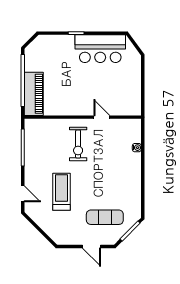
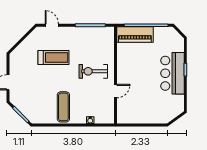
bar counter: (100, 49) -> (172, 73), moved
door: (23, 194) -> (52, 25), swing flipped
exercise mat: (105, 217) -> (63, 107), moved

